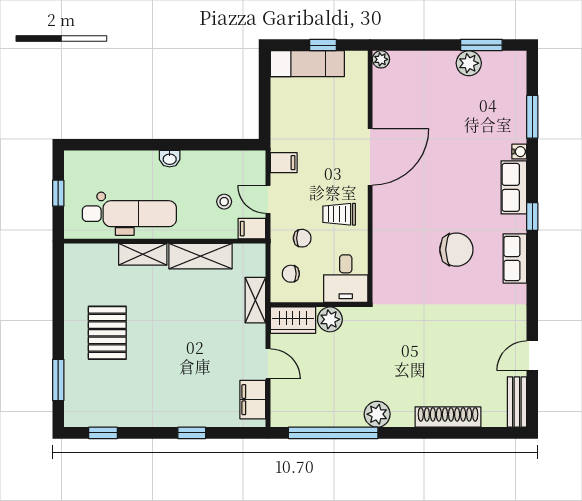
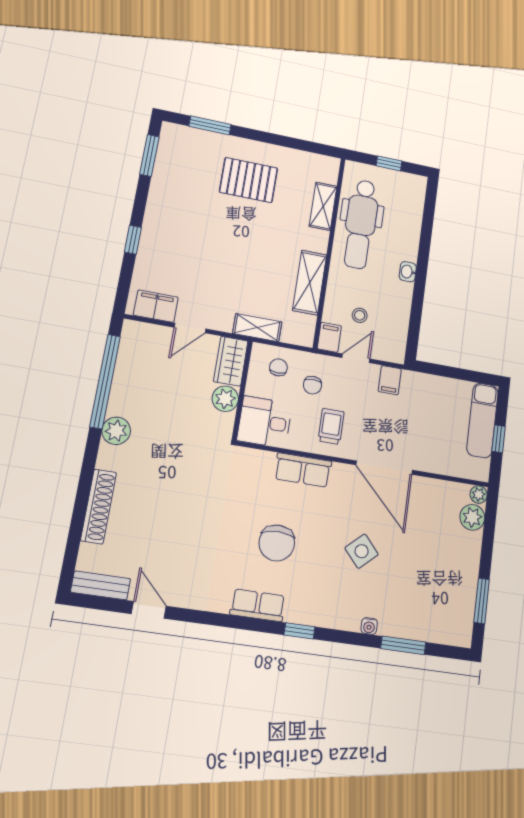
plant: (469, 63) -> (472, 517), moved
side table: (452, 168) -> (362, 551), added
row of seats: (514, 187) -> (303, 470), moved, turned 180
shelving: (143, 254) -> (323, 206), moved
window: (103, 433) -> (149, 155), width x1.50

